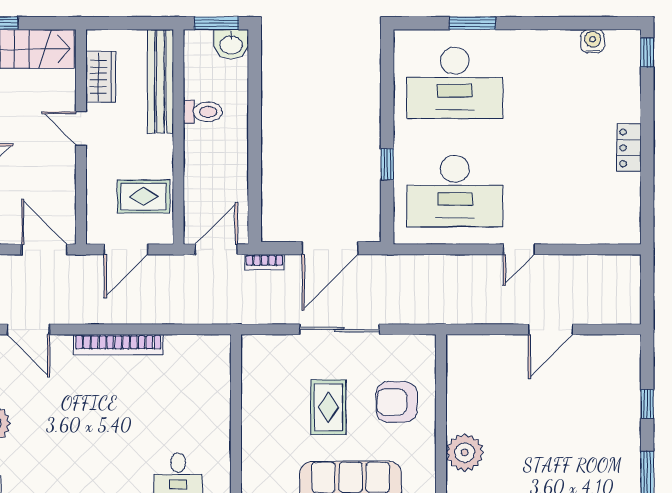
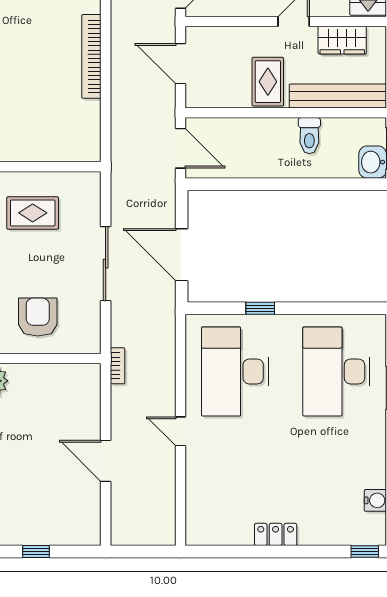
rug: (144, 197) -> (268, 82), moved
bookcase: (264, 262) -> (118, 366), moved, turned 180
rug: (328, 407) -> (33, 213), moved

